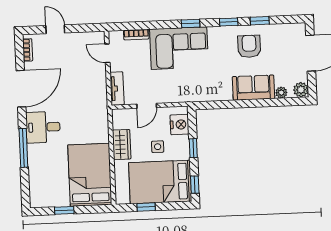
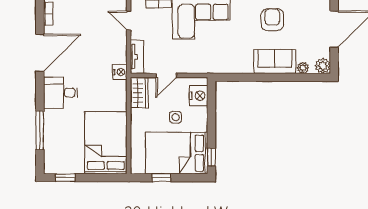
nightstand: (101, 104) -> (120, 72), added
wardrobe: (122, 145) -> (139, 93), moved
window: (23, 148) -> (40, 130), moved
window: (193, 148) -> (211, 120), removed
window: (64, 210) -> (65, 178), moved

